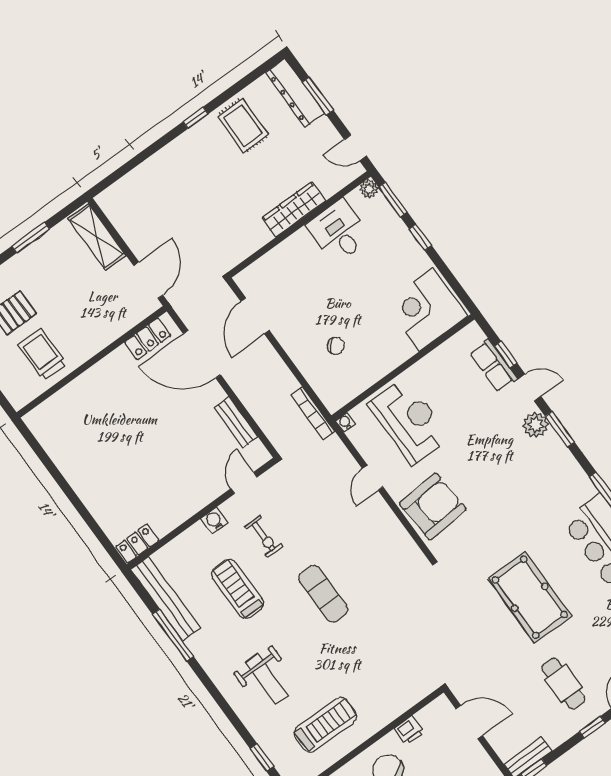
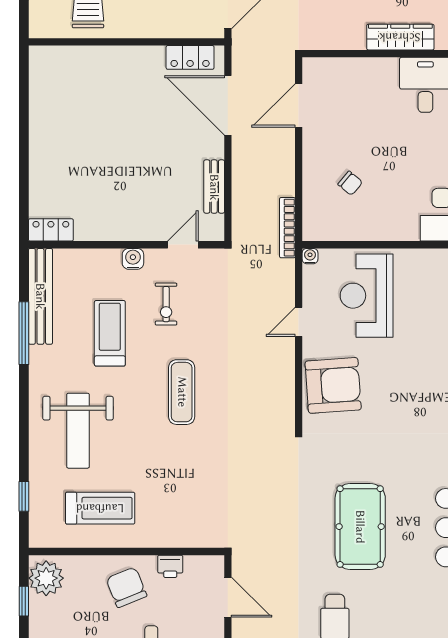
reception desk: (409, 421) -> (367, 296), turned 180
weight bench: (267, 679) -> (78, 431), width x1.36, depth x1.33

